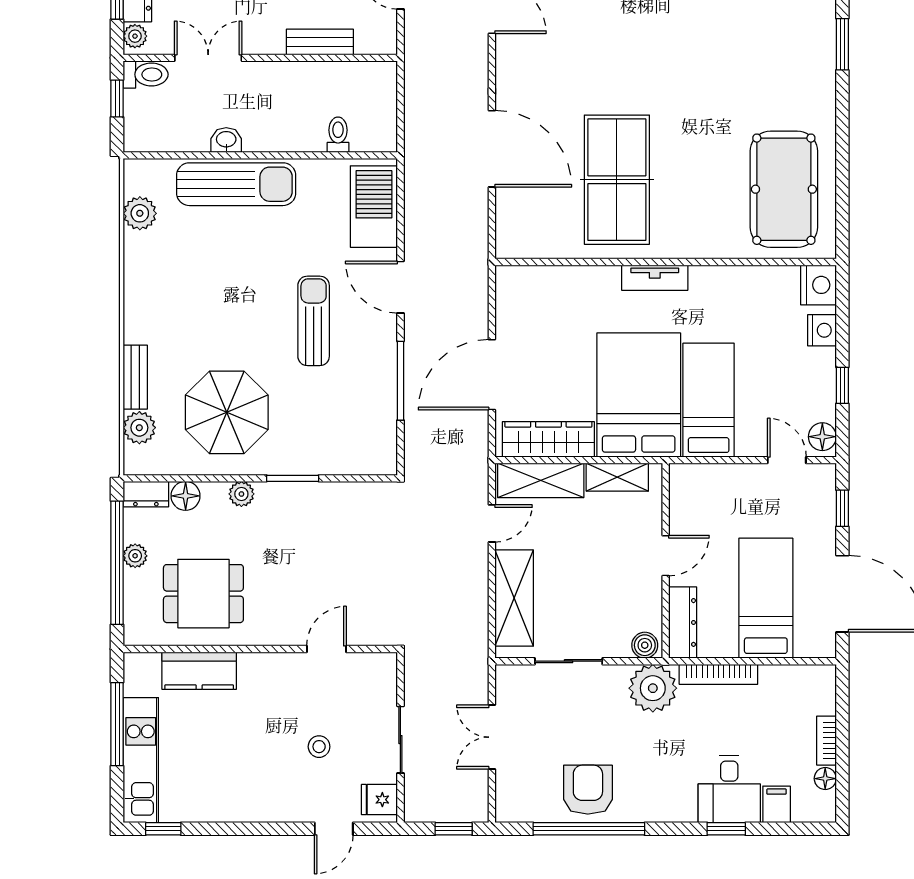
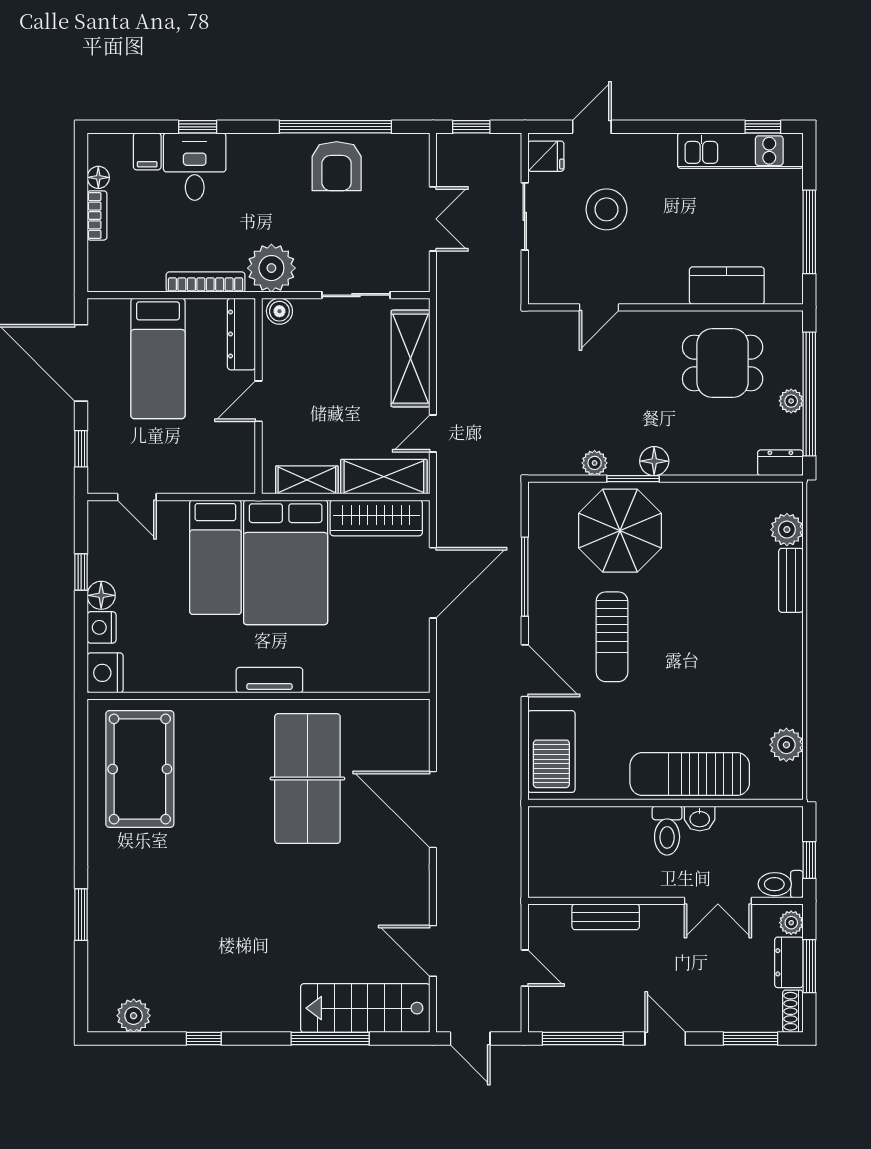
toilet: (338, 135) -> (667, 831), moved, width x1.37, depth x1.39
parasol: (227, 412) -> (620, 531), moved
floor lamp: (822, 437) -> (101, 595), moved
plant: (241, 494) -> (595, 463), moved
floor lamp: (186, 496) -> (654, 461), moved
stool: (319, 747) -> (606, 209), width x1.89, depth x1.89
kitchen unit: (141, 760) -> (740, 151), moved, turned -90

